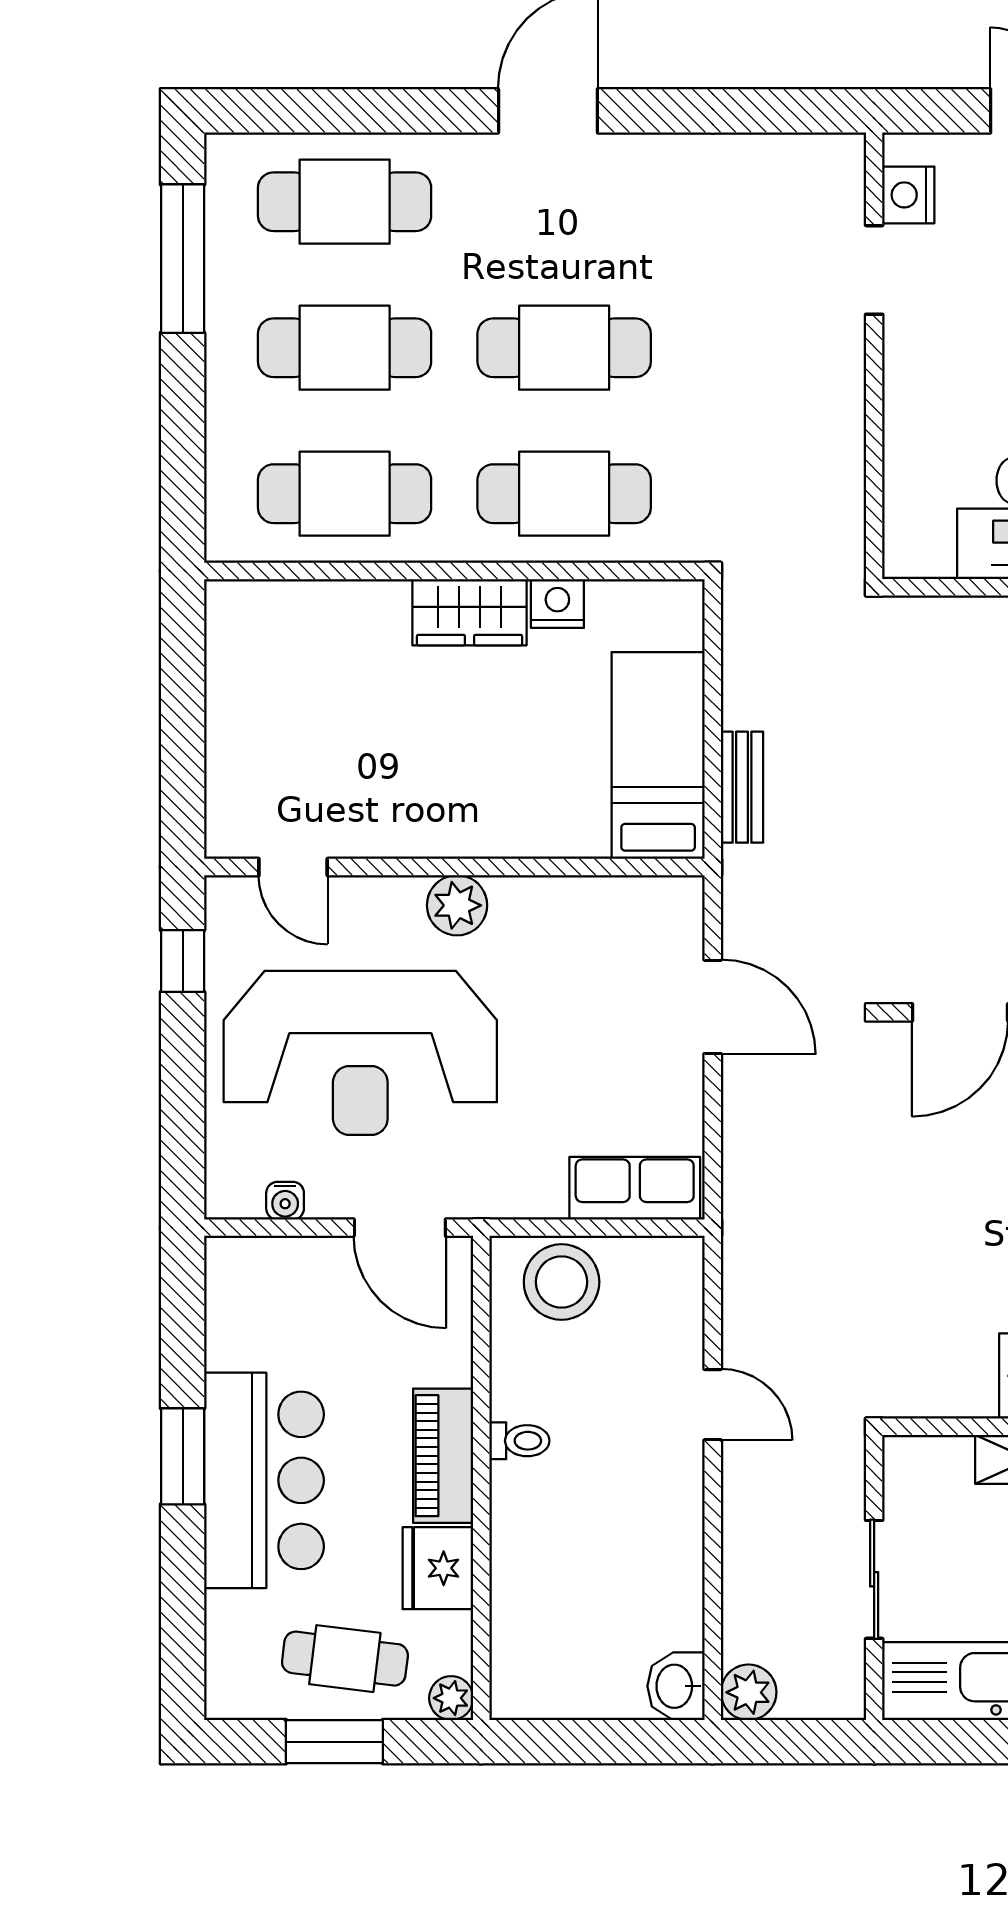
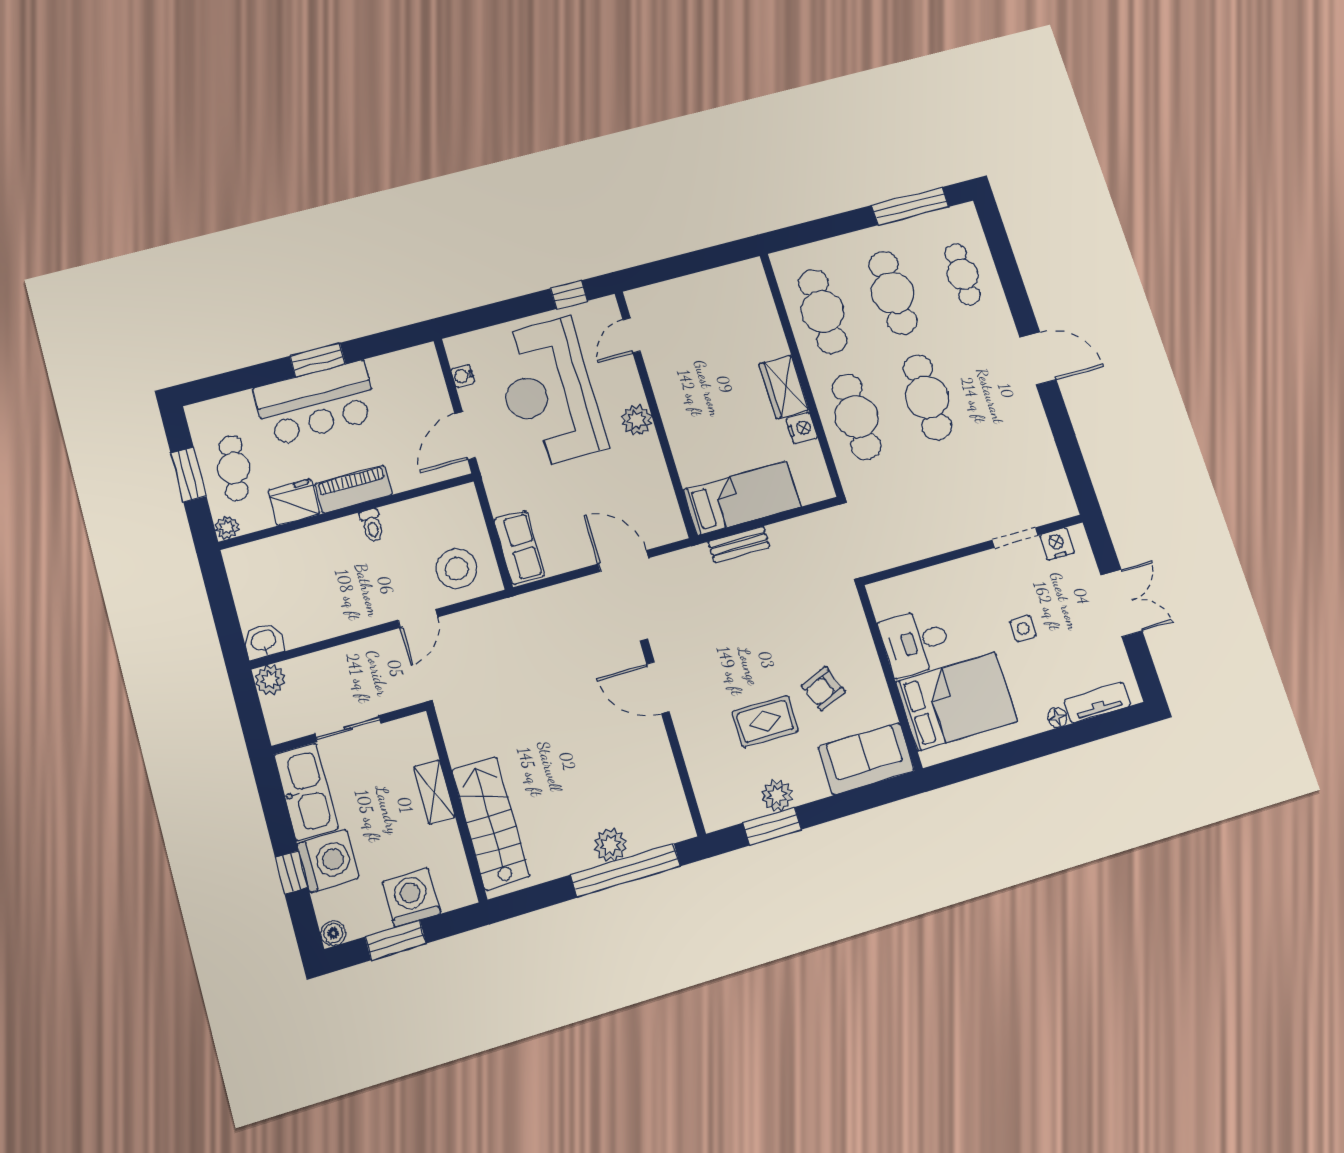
cafe table: (345, 202) -> (962, 274), width x0.73, depth x0.74
door: (713, 1007) -> (623, 561), swing flipped
stool: (562, 1282) -> (457, 569), moved

